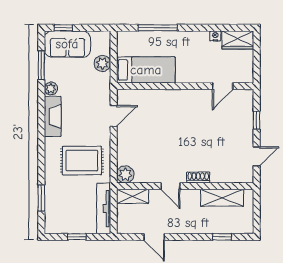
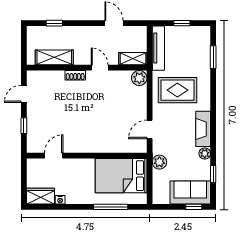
plant: (102, 63) -> (159, 162), moved
window: (41, 65) -> (213, 174), width x0.67
bed: (146, 70) -> (121, 176), width x1.50

